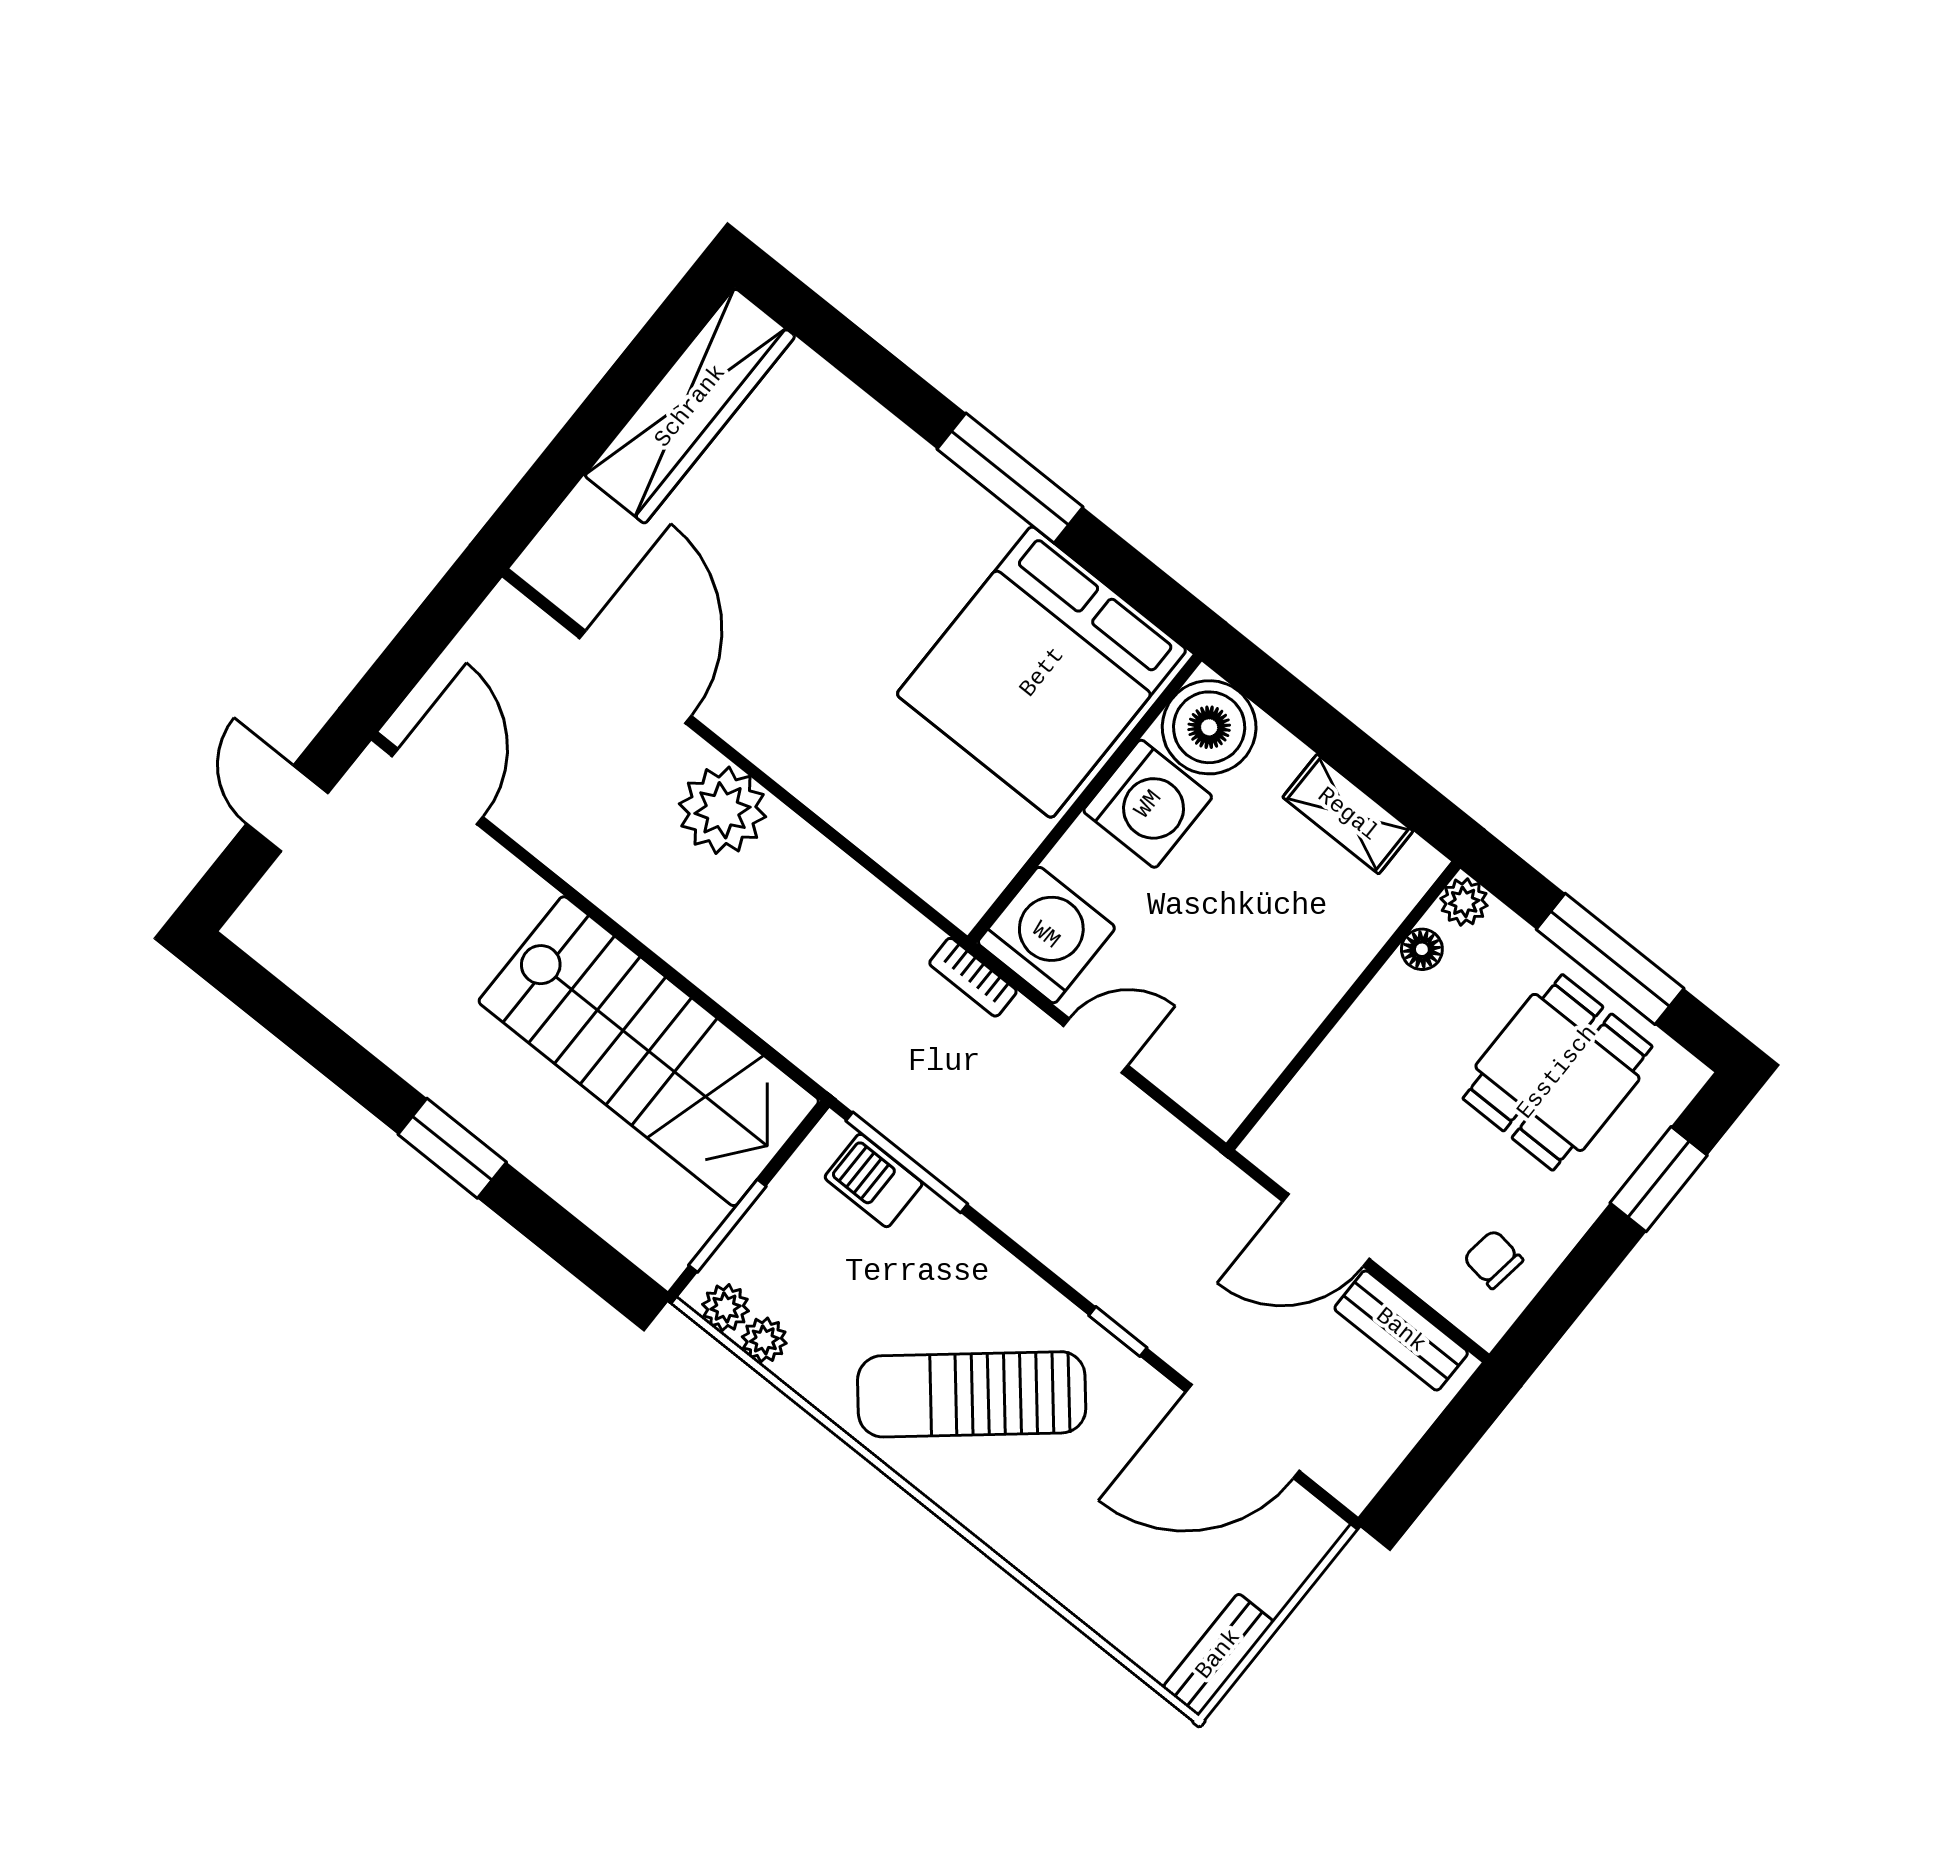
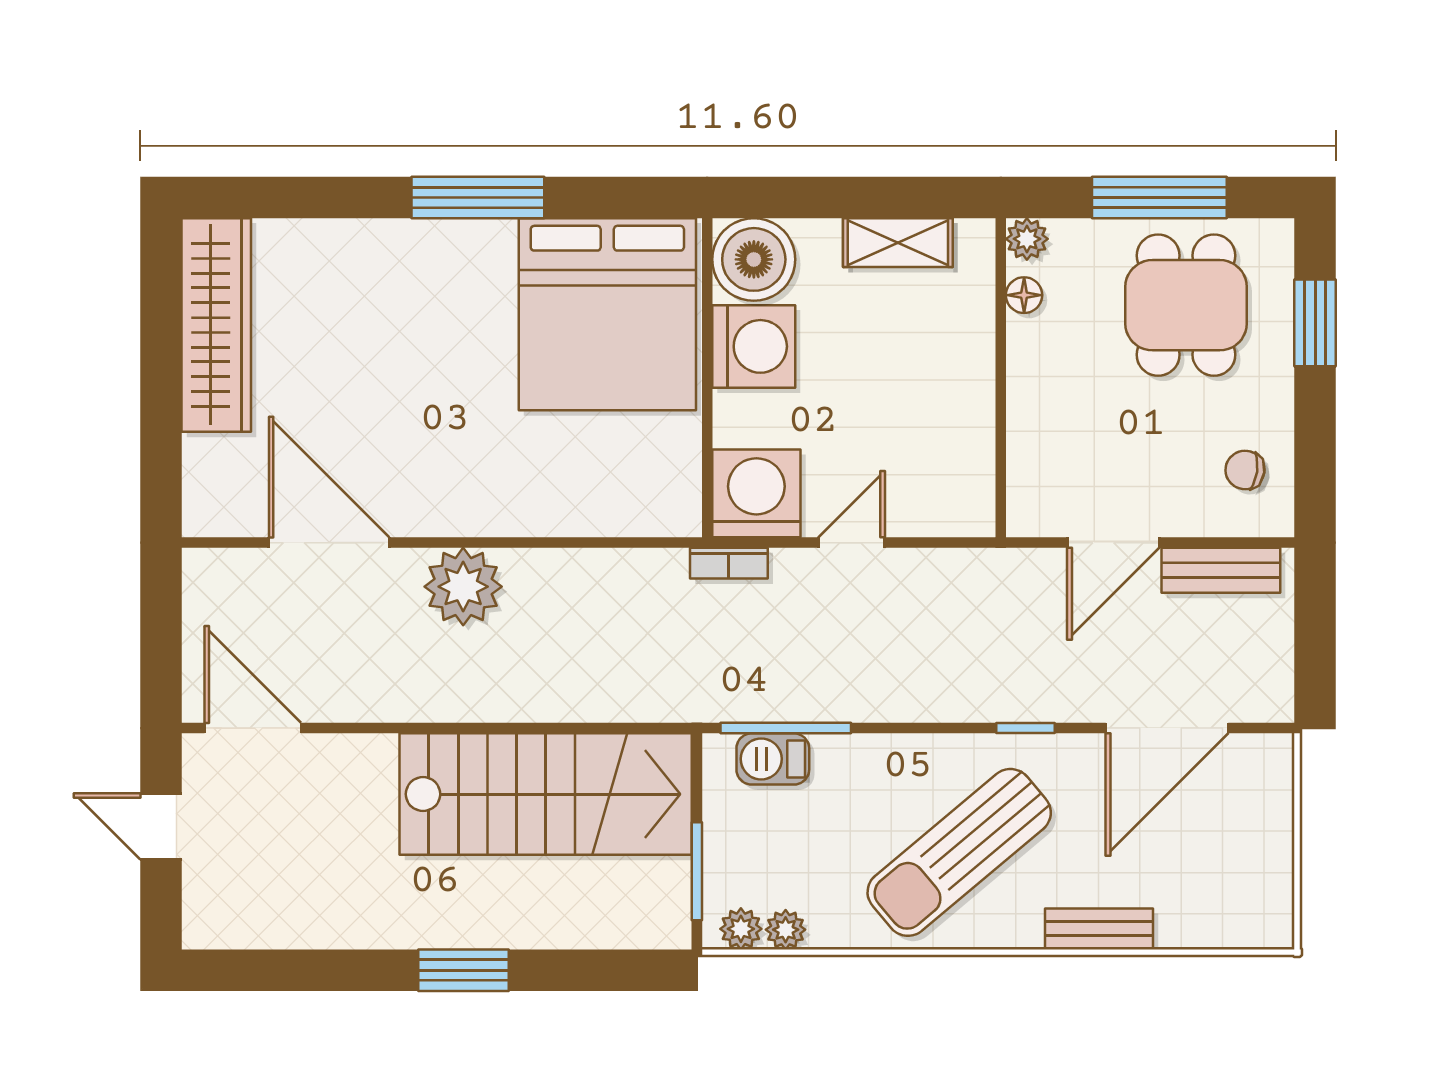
bench: (1218, 1654) -> (1099, 929), moved, turned 90

